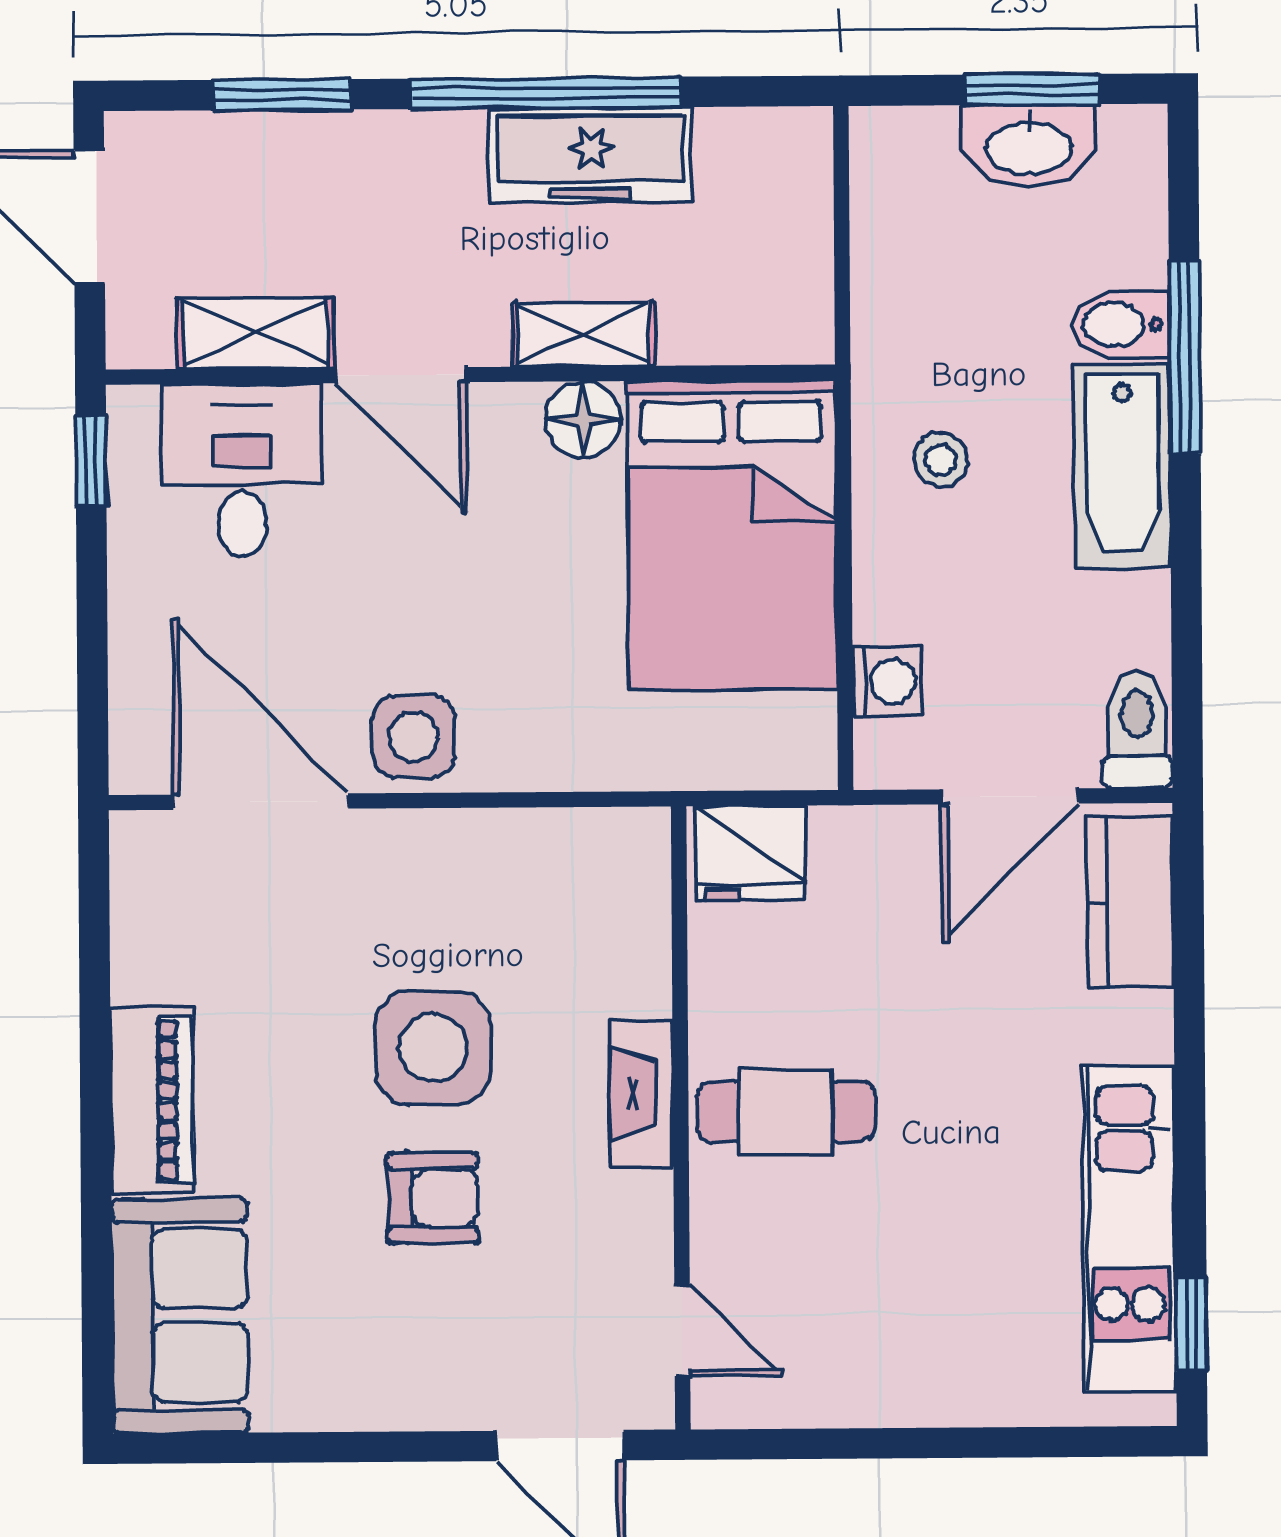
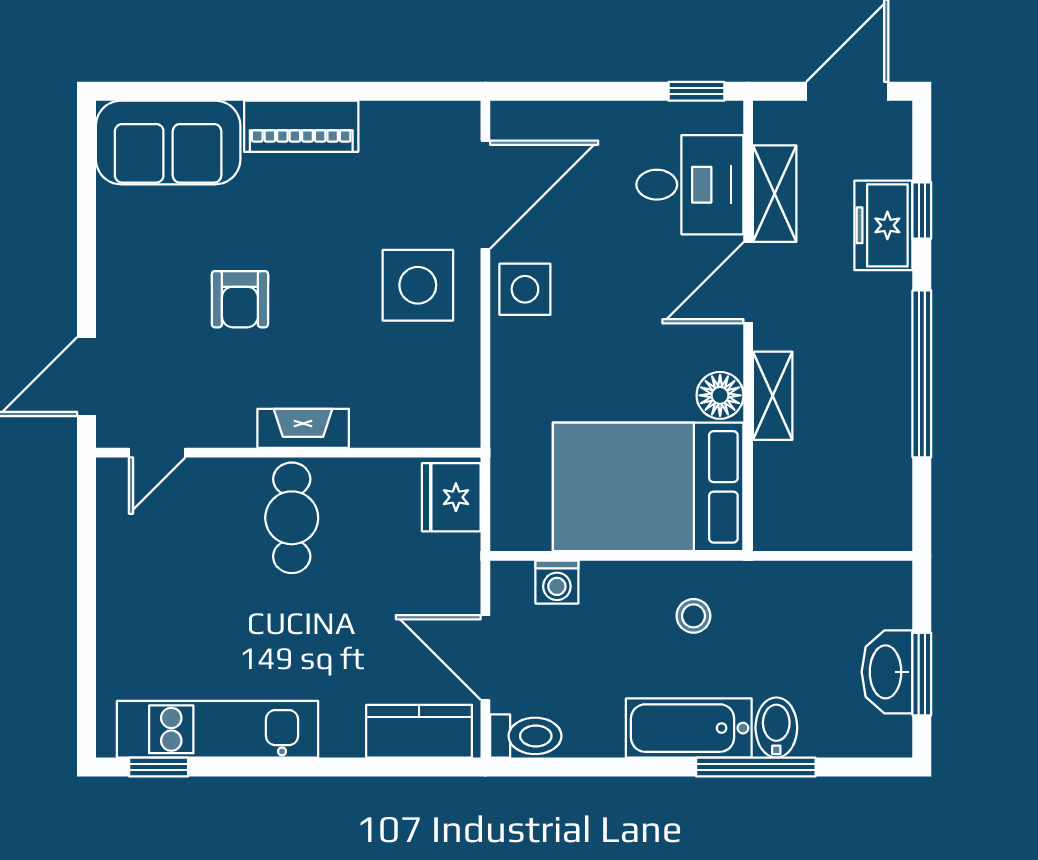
window: (281, 95) -> (922, 211), width x0.67
freezer: (591, 155) -> (883, 225), moved, width x0.71
side table: (433, 1048) -> (418, 285), moved

